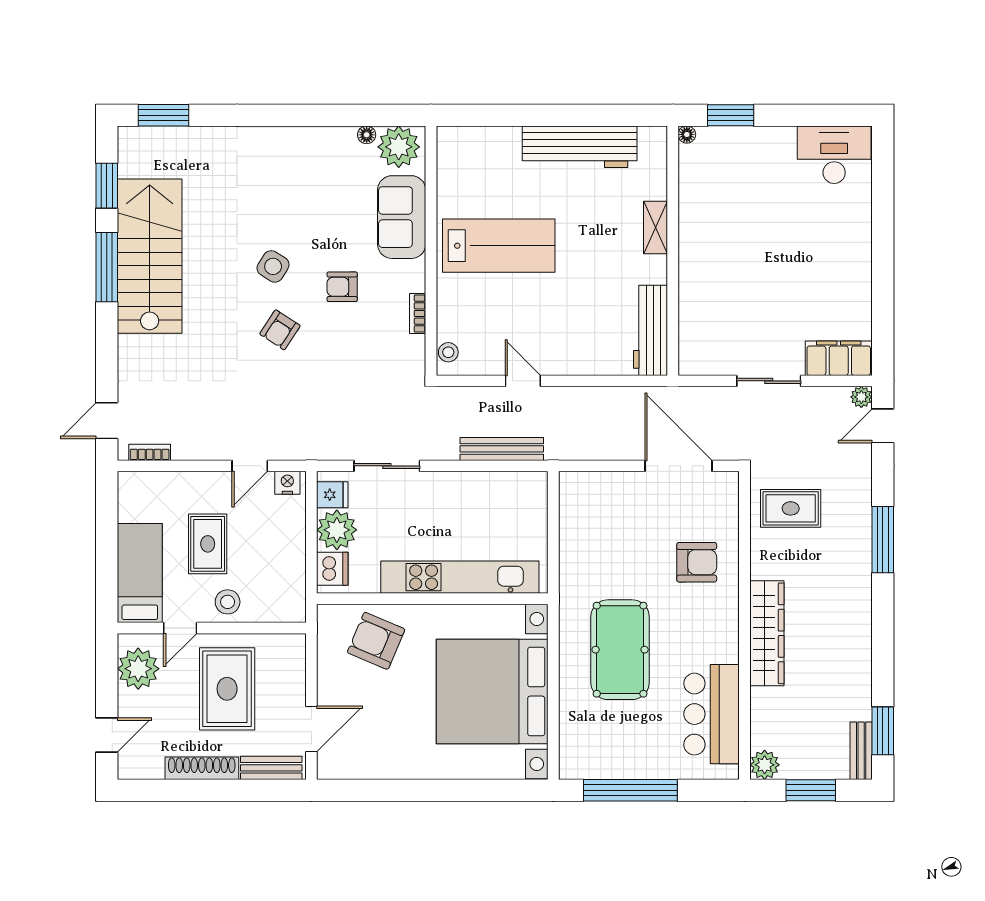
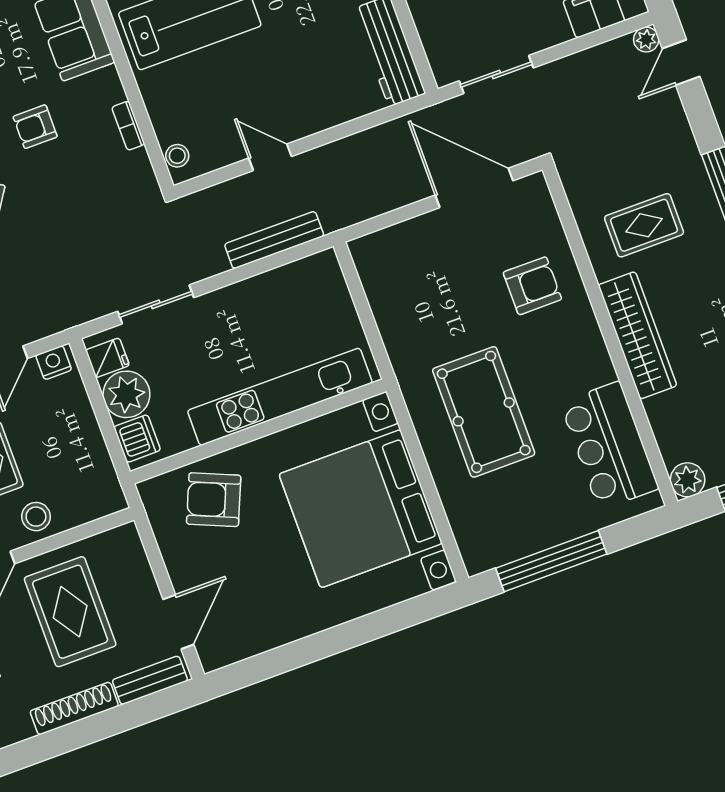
sliding door: (769, 381) -> (496, 74), moved
rug: (791, 508) -> (644, 225), moved

